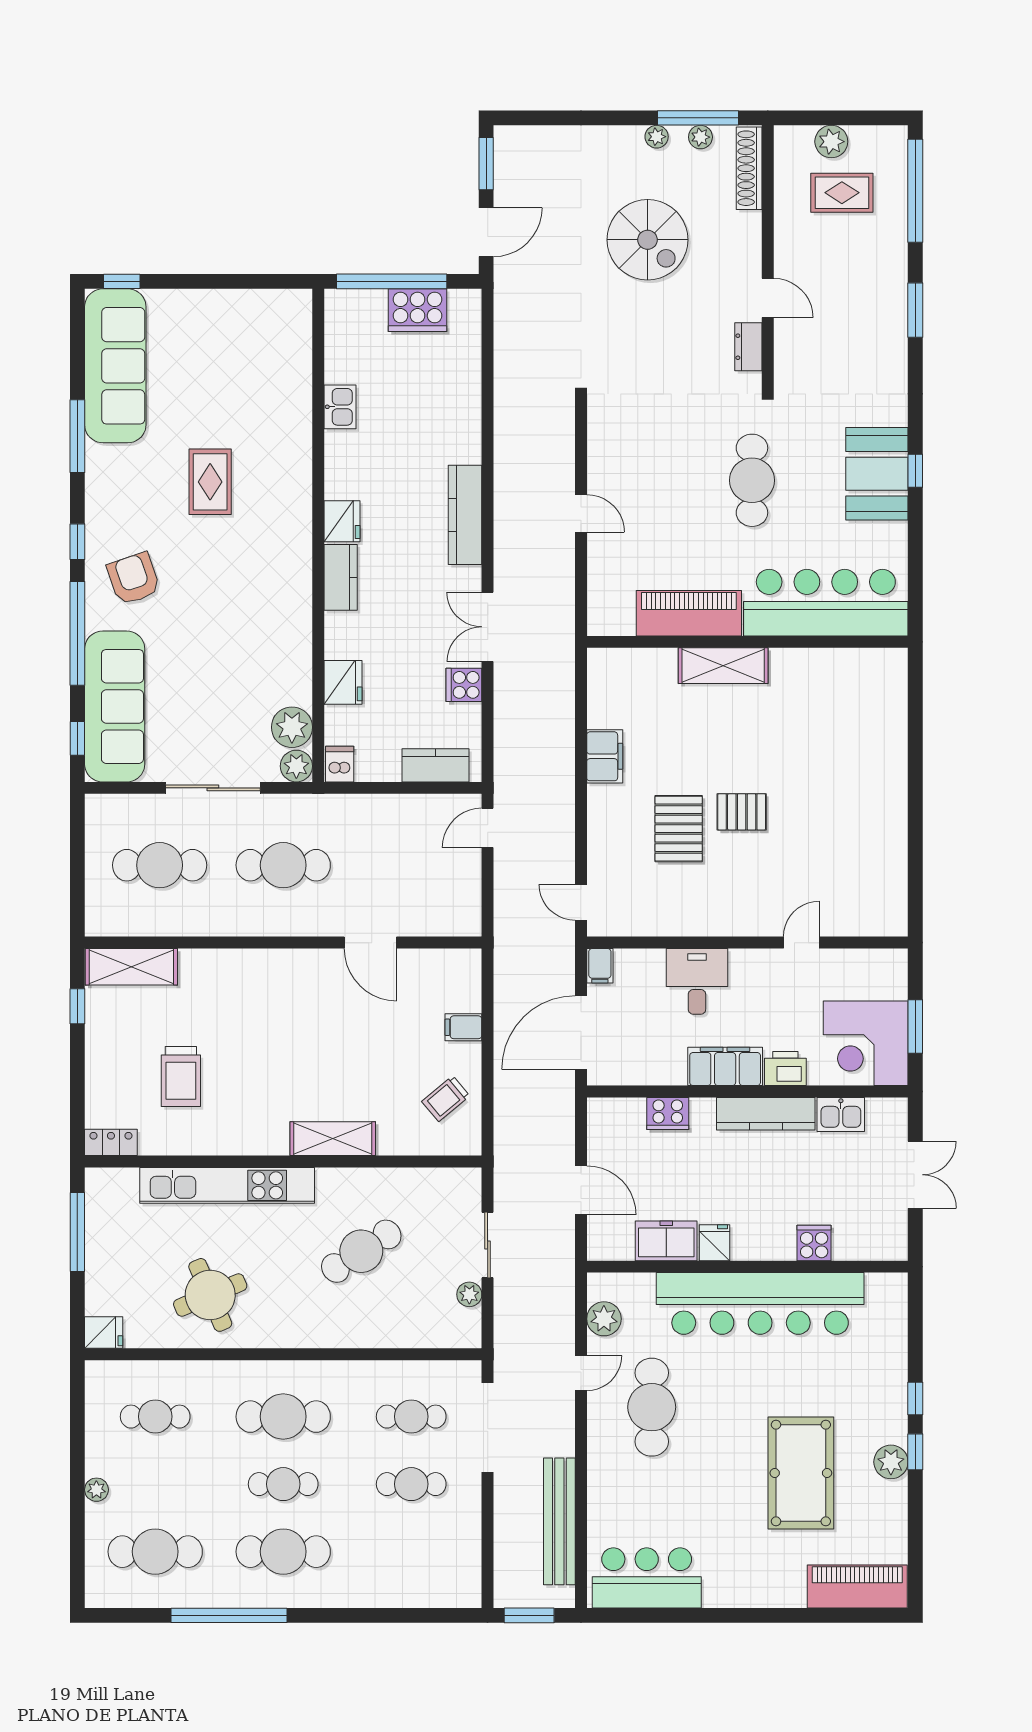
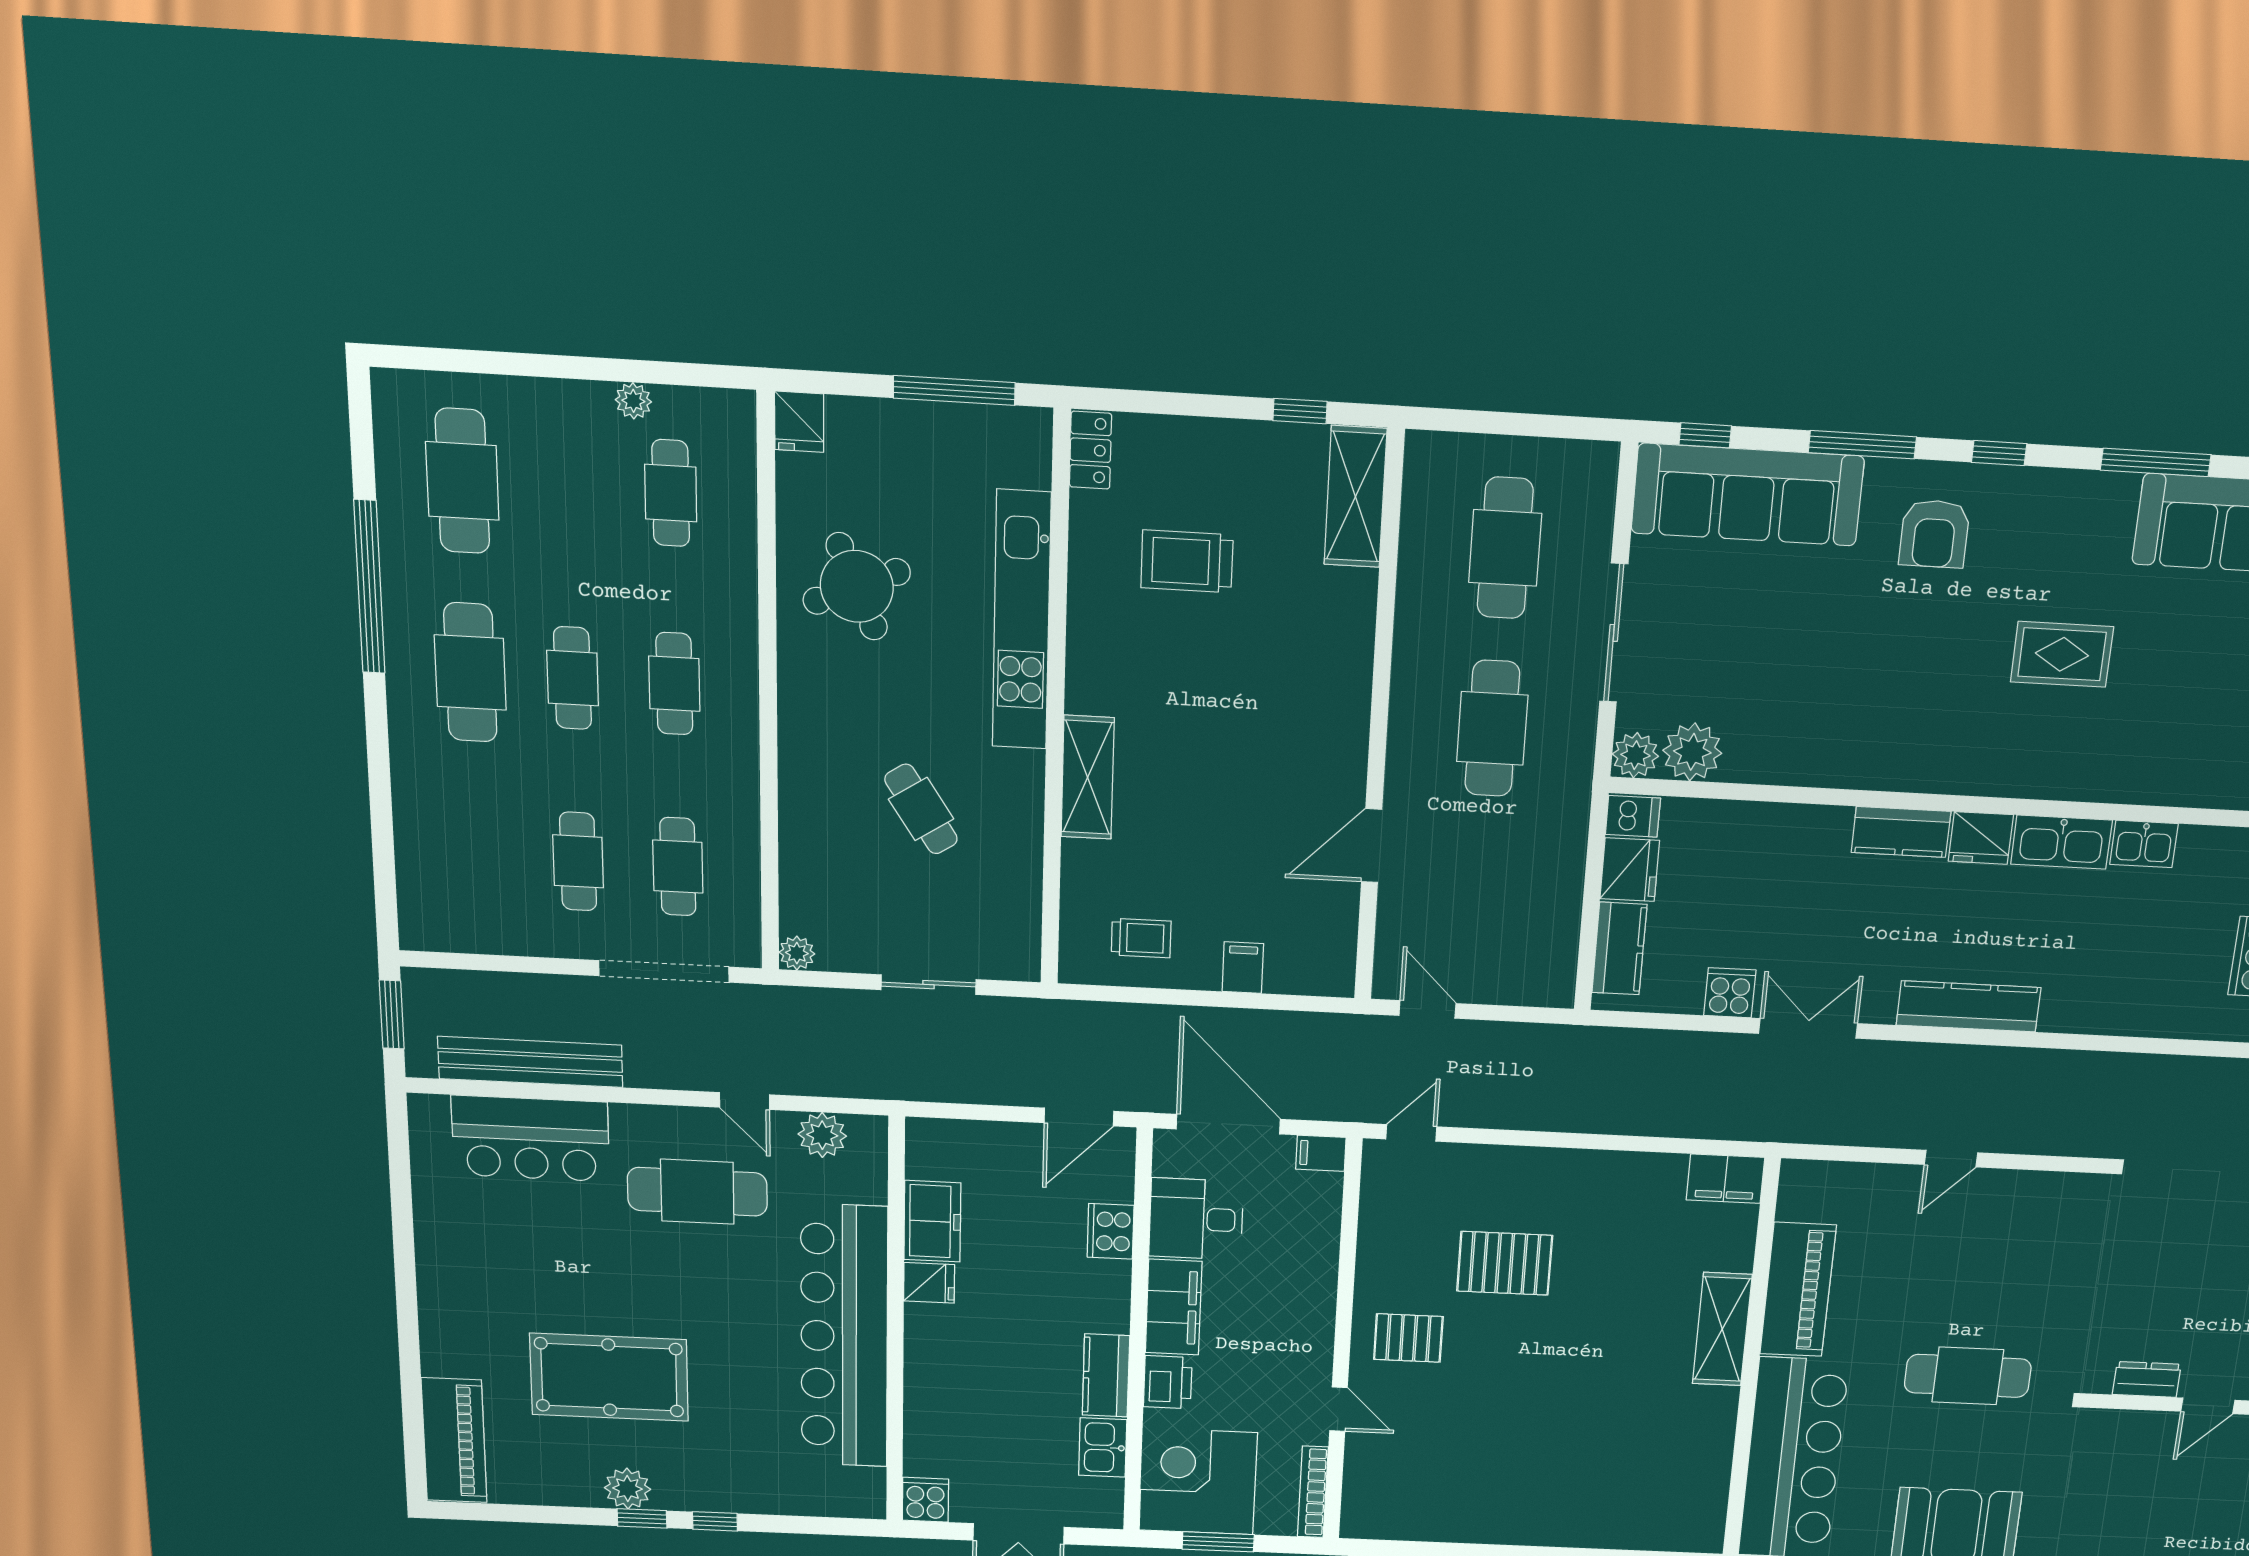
kitchen sink: (342, 465) -> (2061, 842), added
armchair: (133, 579) -> (1934, 534), turned 109
window: (77, 633) -> (1862, 445), width x0.68
fridge: (343, 682) -> (1630, 870), moved, turned -90
filing cabinet: (605, 756) -> (1725, 1179), moved
pallet: (742, 812) -> (1408, 1338), moved, turned 90
door: (488, 828) -> (1428, 1009), moved
bookcase: (870, 958) -> (1313, 1492), added
desk: (697, 981) -> (1196, 1219), moved, turned 180
trolley: (446, 1099) -> (1141, 938), turned 130
kitchen counter: (766, 1114) -> (1106, 1375), width x0.67
door: (581, 1190) -> (1079, 1117), moved
cooker: (814, 1243) -> (925, 1500), moved, turned -90
cafe table: (361, 1251) -> (921, 809), width x0.73, depth x0.74
plant: (469, 1294) -> (797, 953), moved
cafe table: (283, 1417) -> (674, 684), width x0.73, depth x0.74
plant: (96, 1490) -> (633, 401), moved
bar counter: (647, 1578) -> (531, 1139), moved, turned 90

